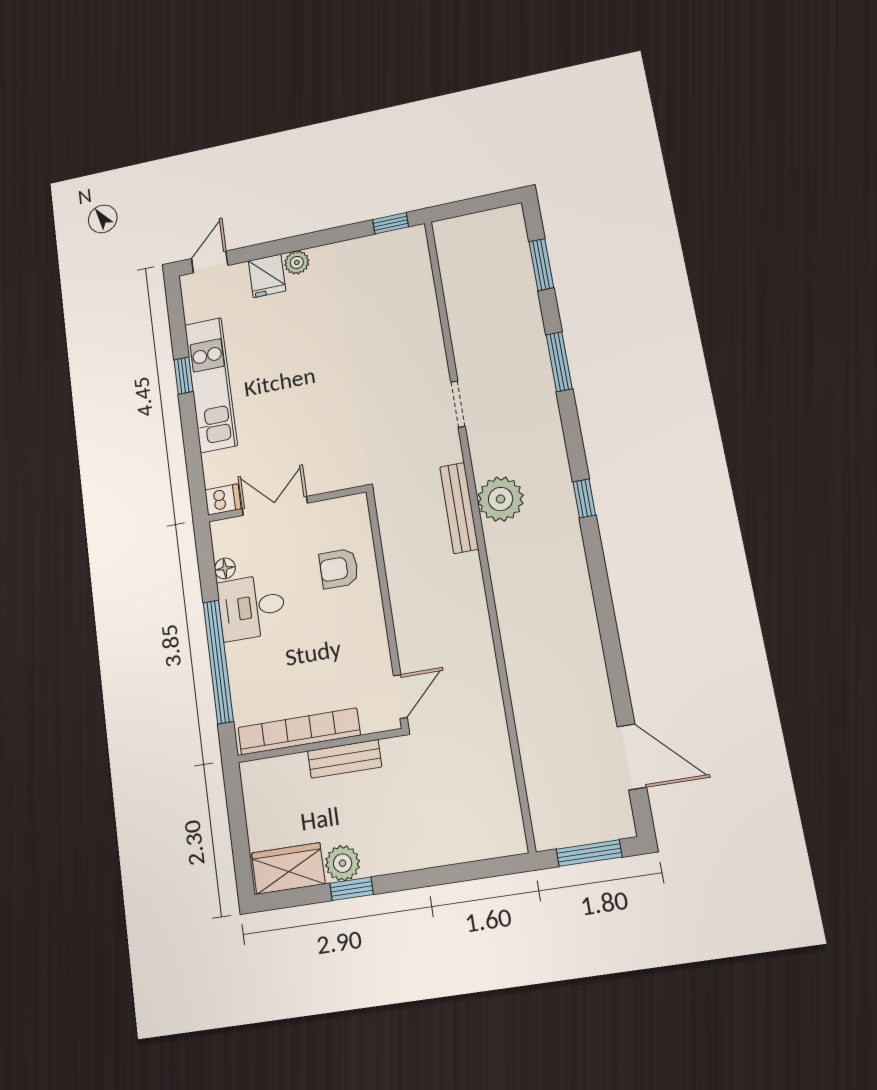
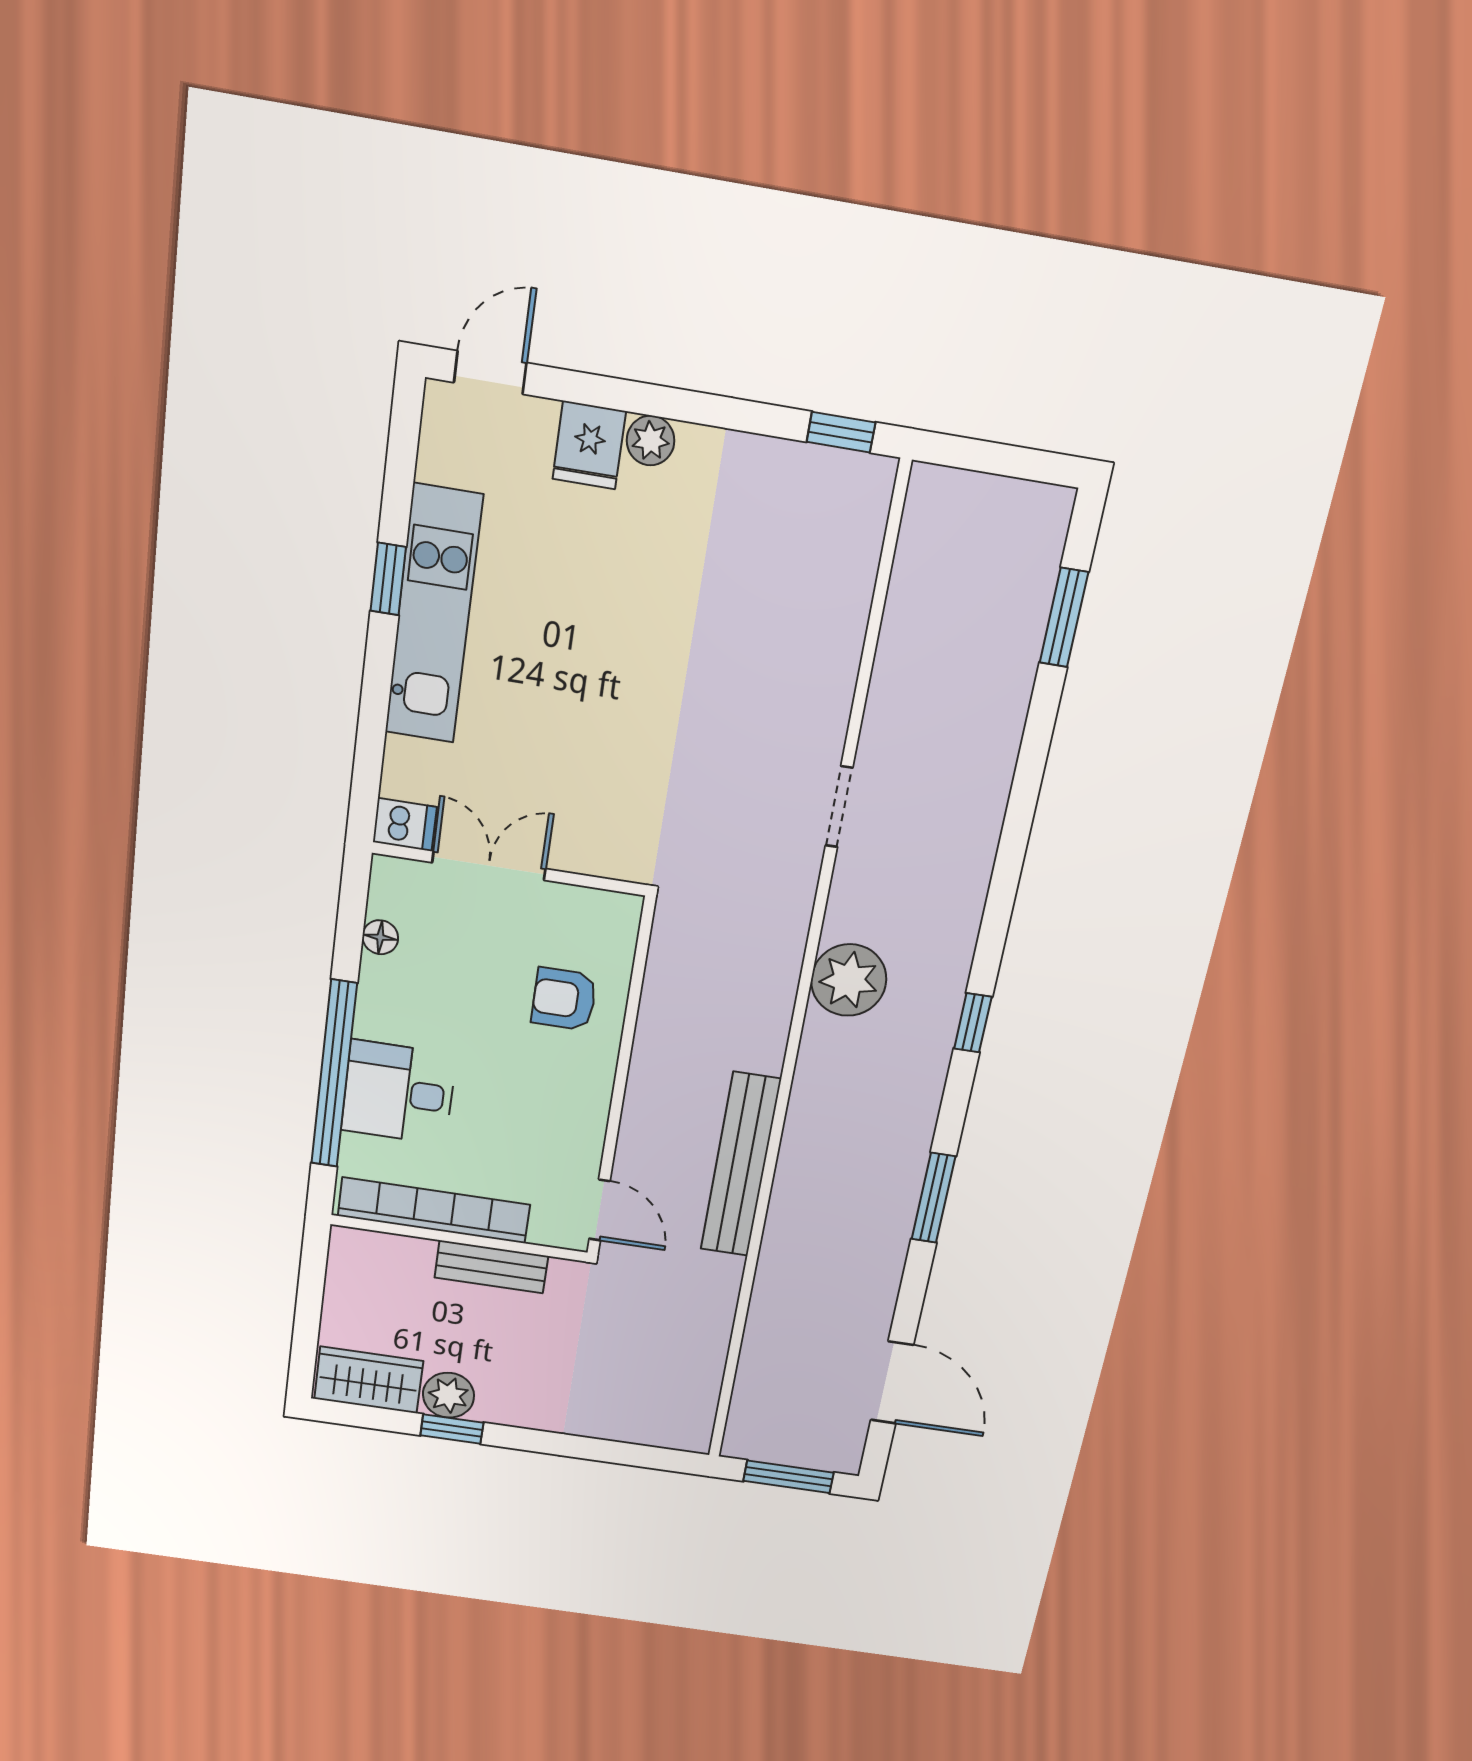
window: (559, 362) -> (933, 1198), moved
bench: (459, 508) -> (741, 1165), moved, width x1.37, depth x1.21
desk: (252, 607) -> (399, 1092), moved
door: (400, 697) -> (600, 1210), hinge flipped

